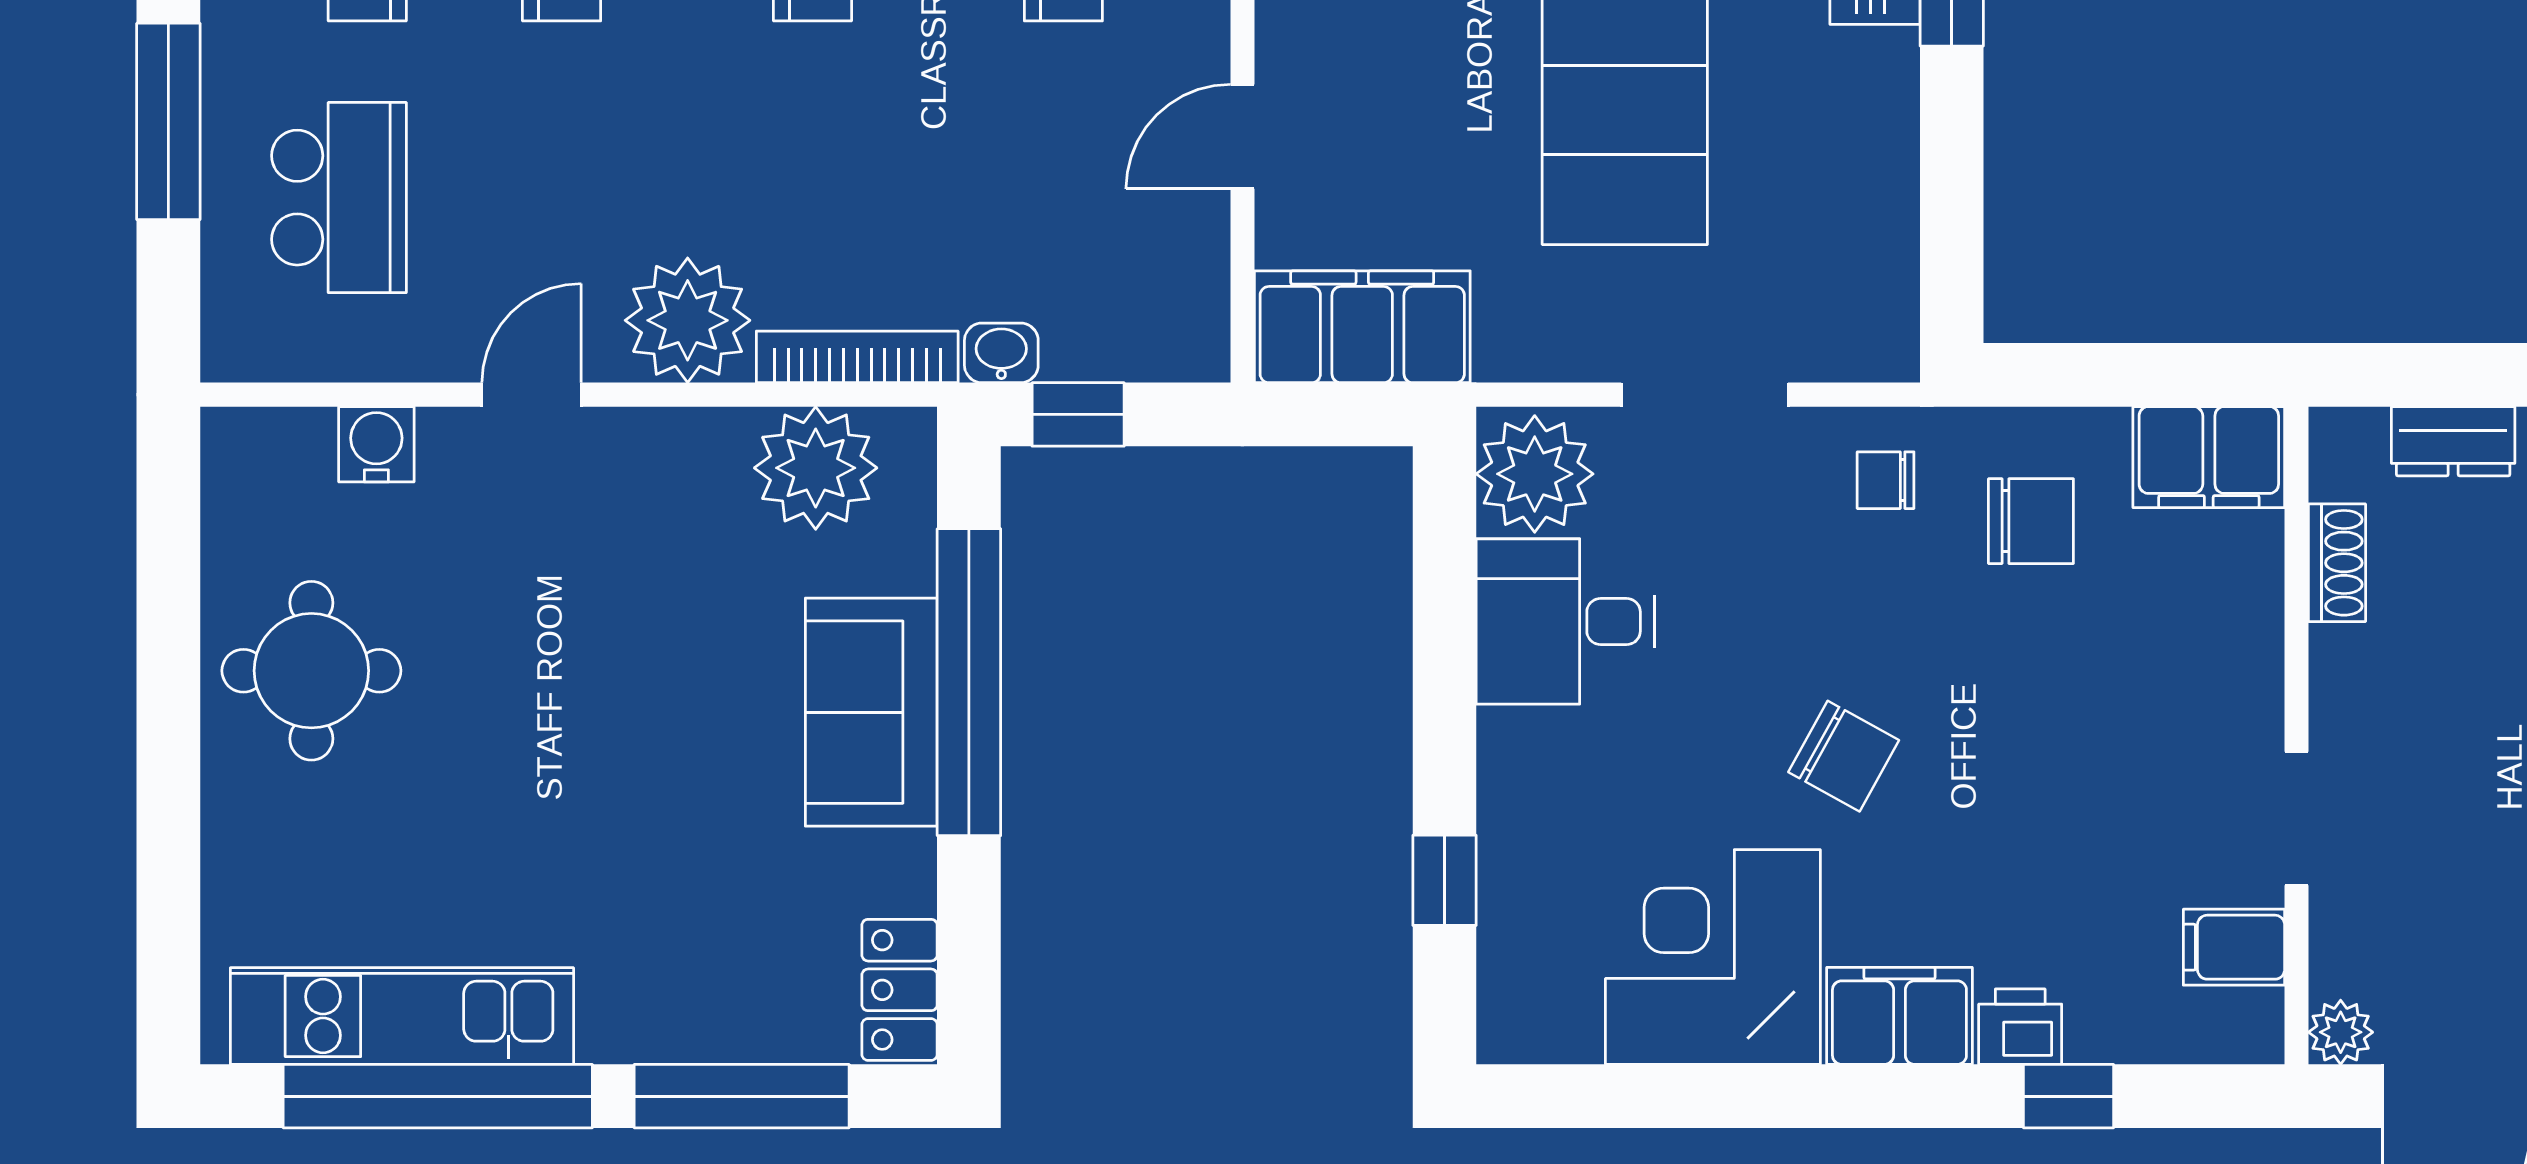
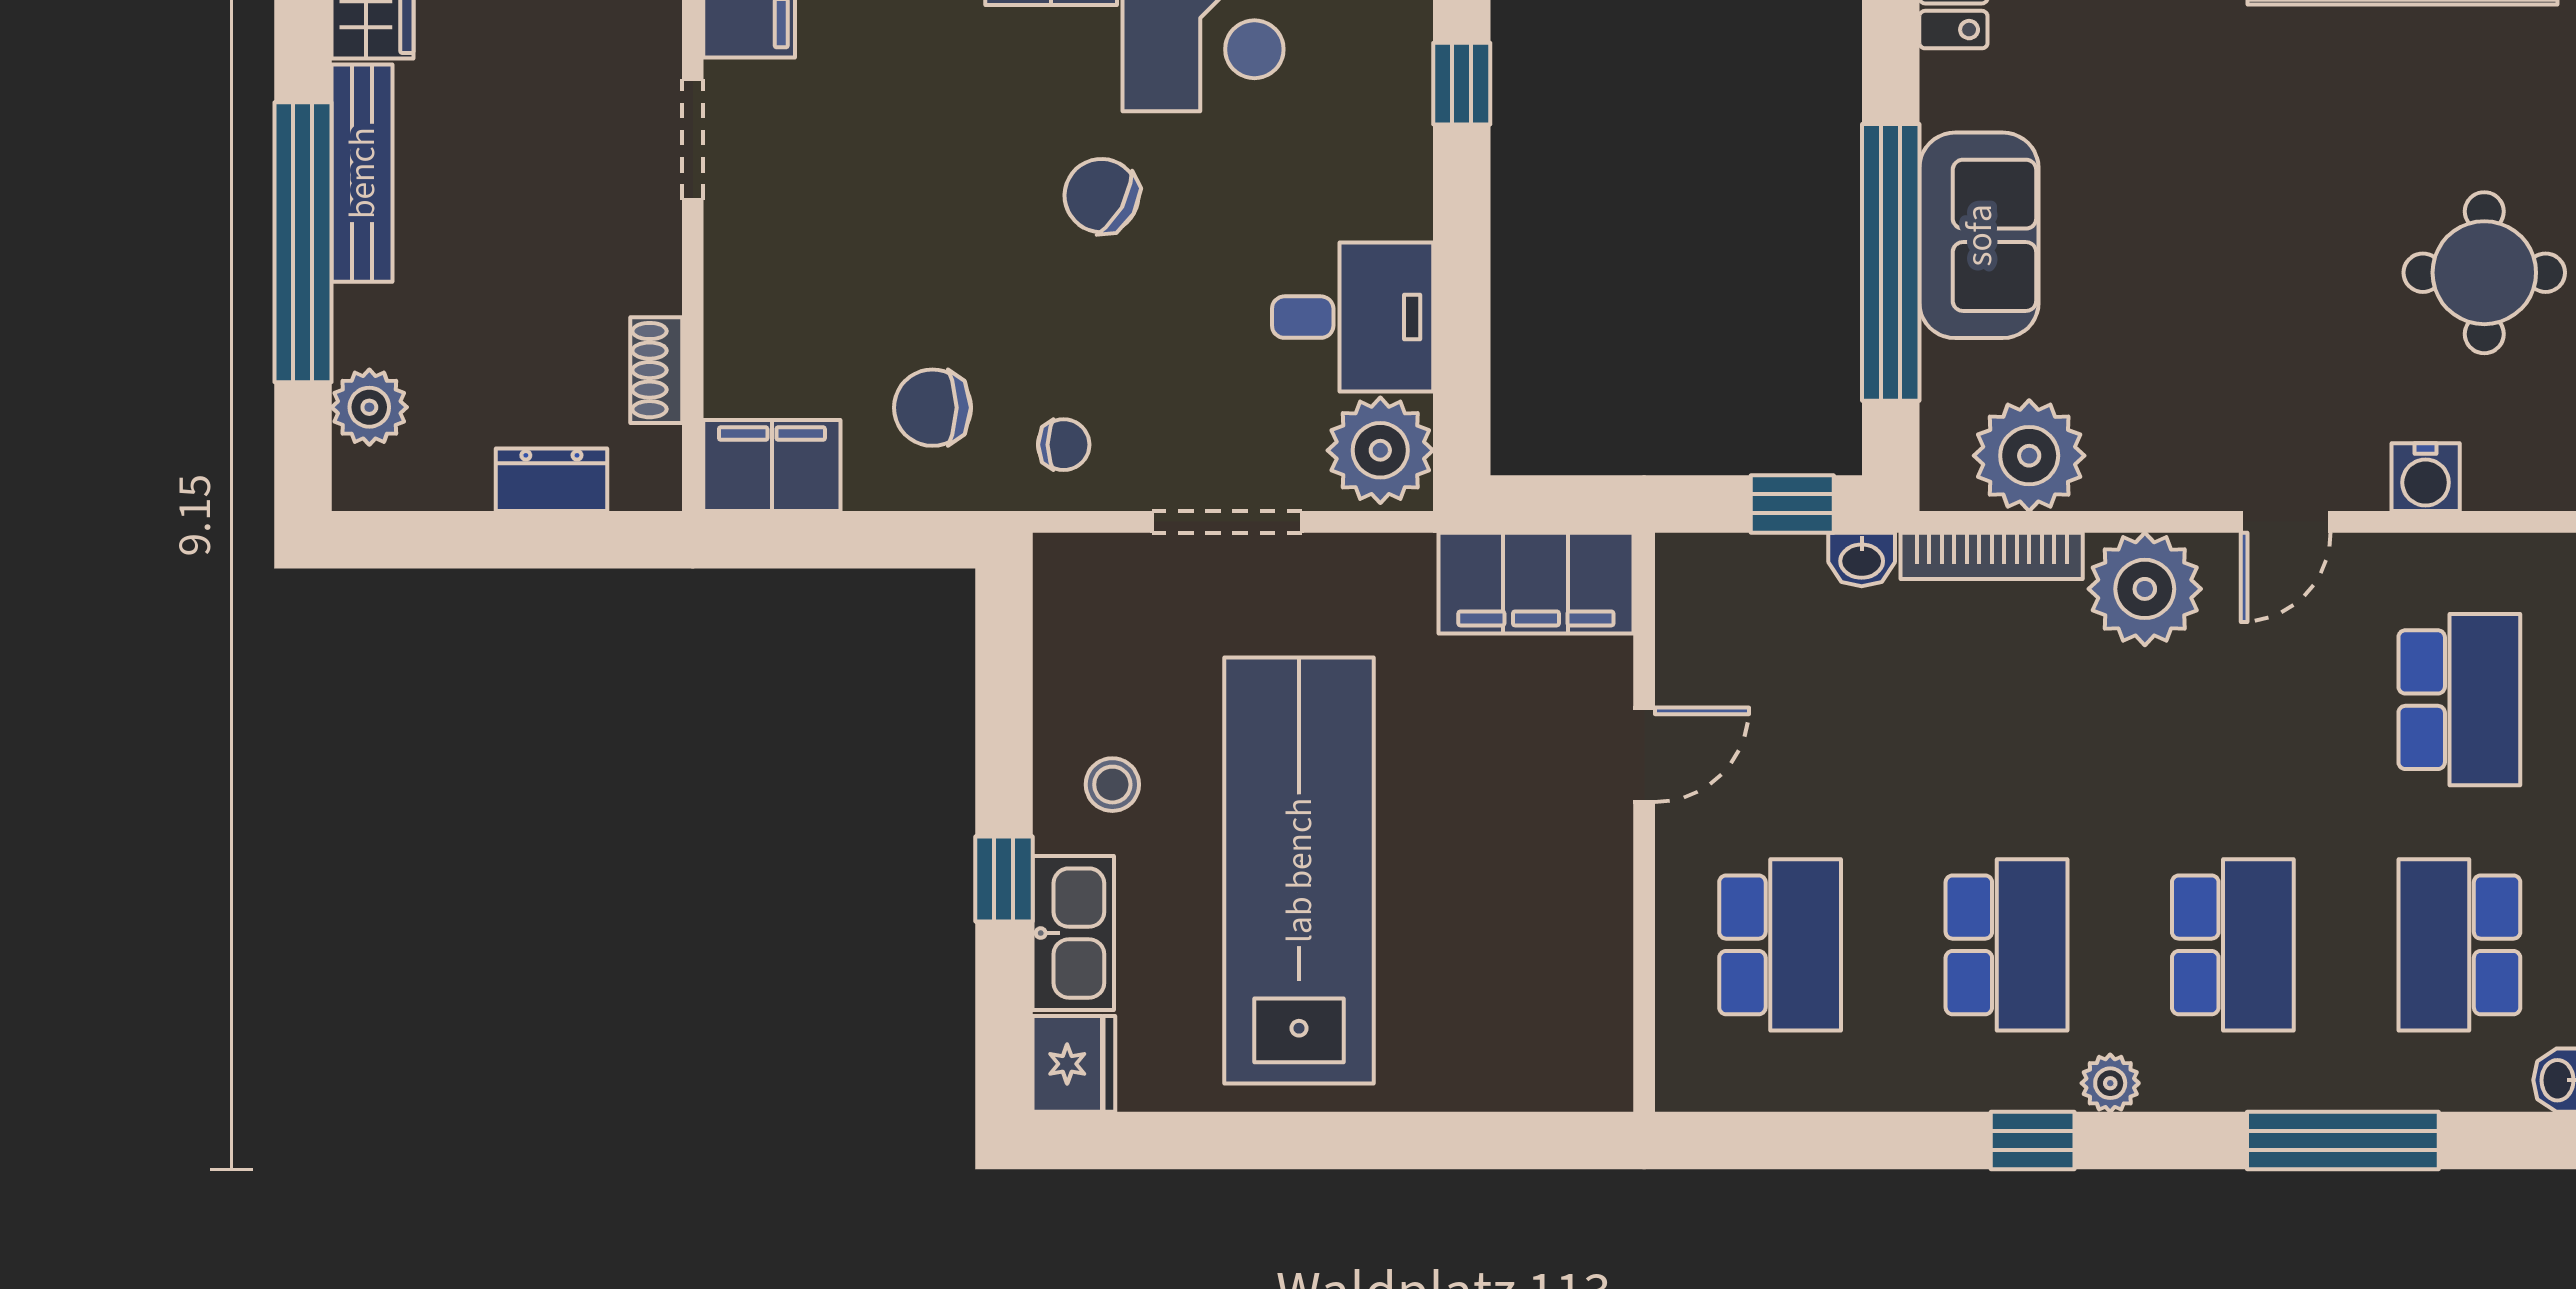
stool: (1832, 104) -> (1112, 785), added
school desk: (339, 198) -> (2459, 700), turned 180

